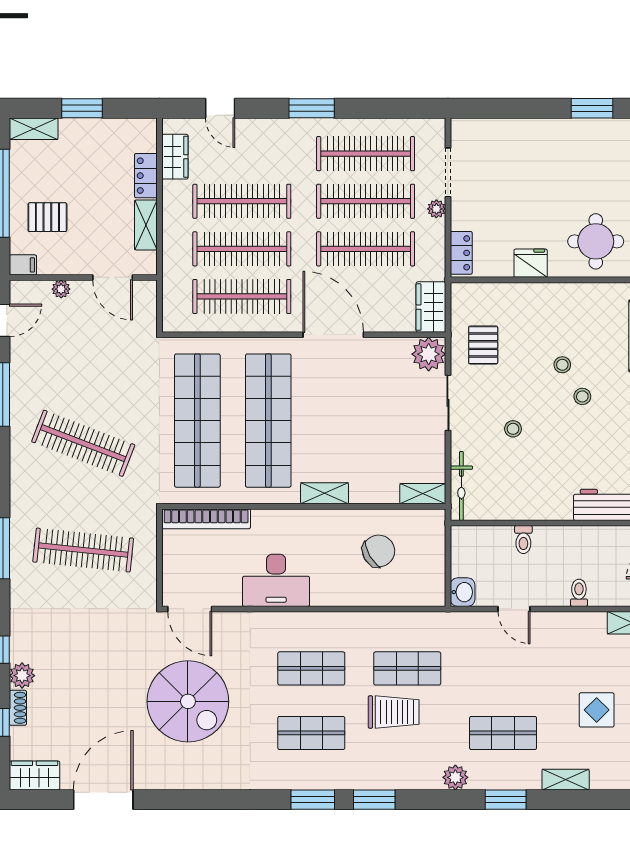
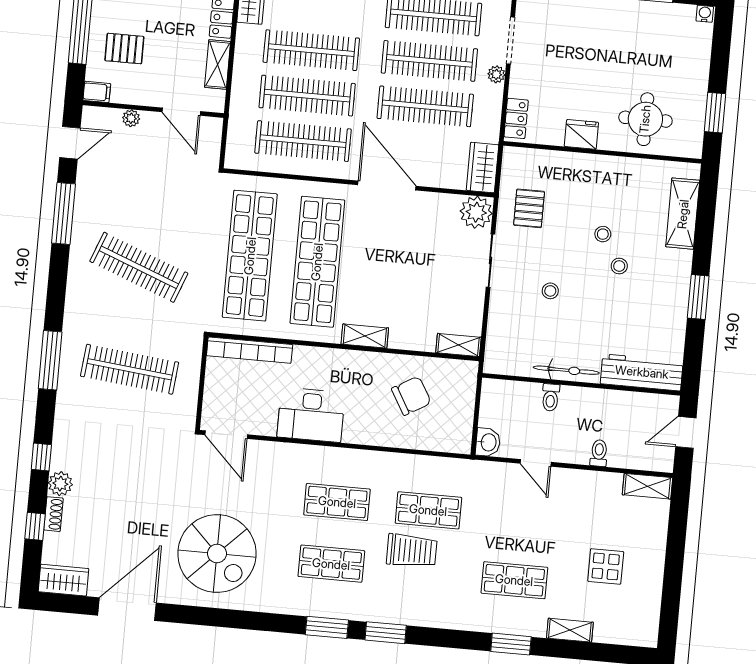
bicycle: (461, 486) -> (566, 370), moved, turned -90
spiral stairs: (188, 701) -> (217, 554), moved
plant: (455, 777) -> (465, 619), removed

